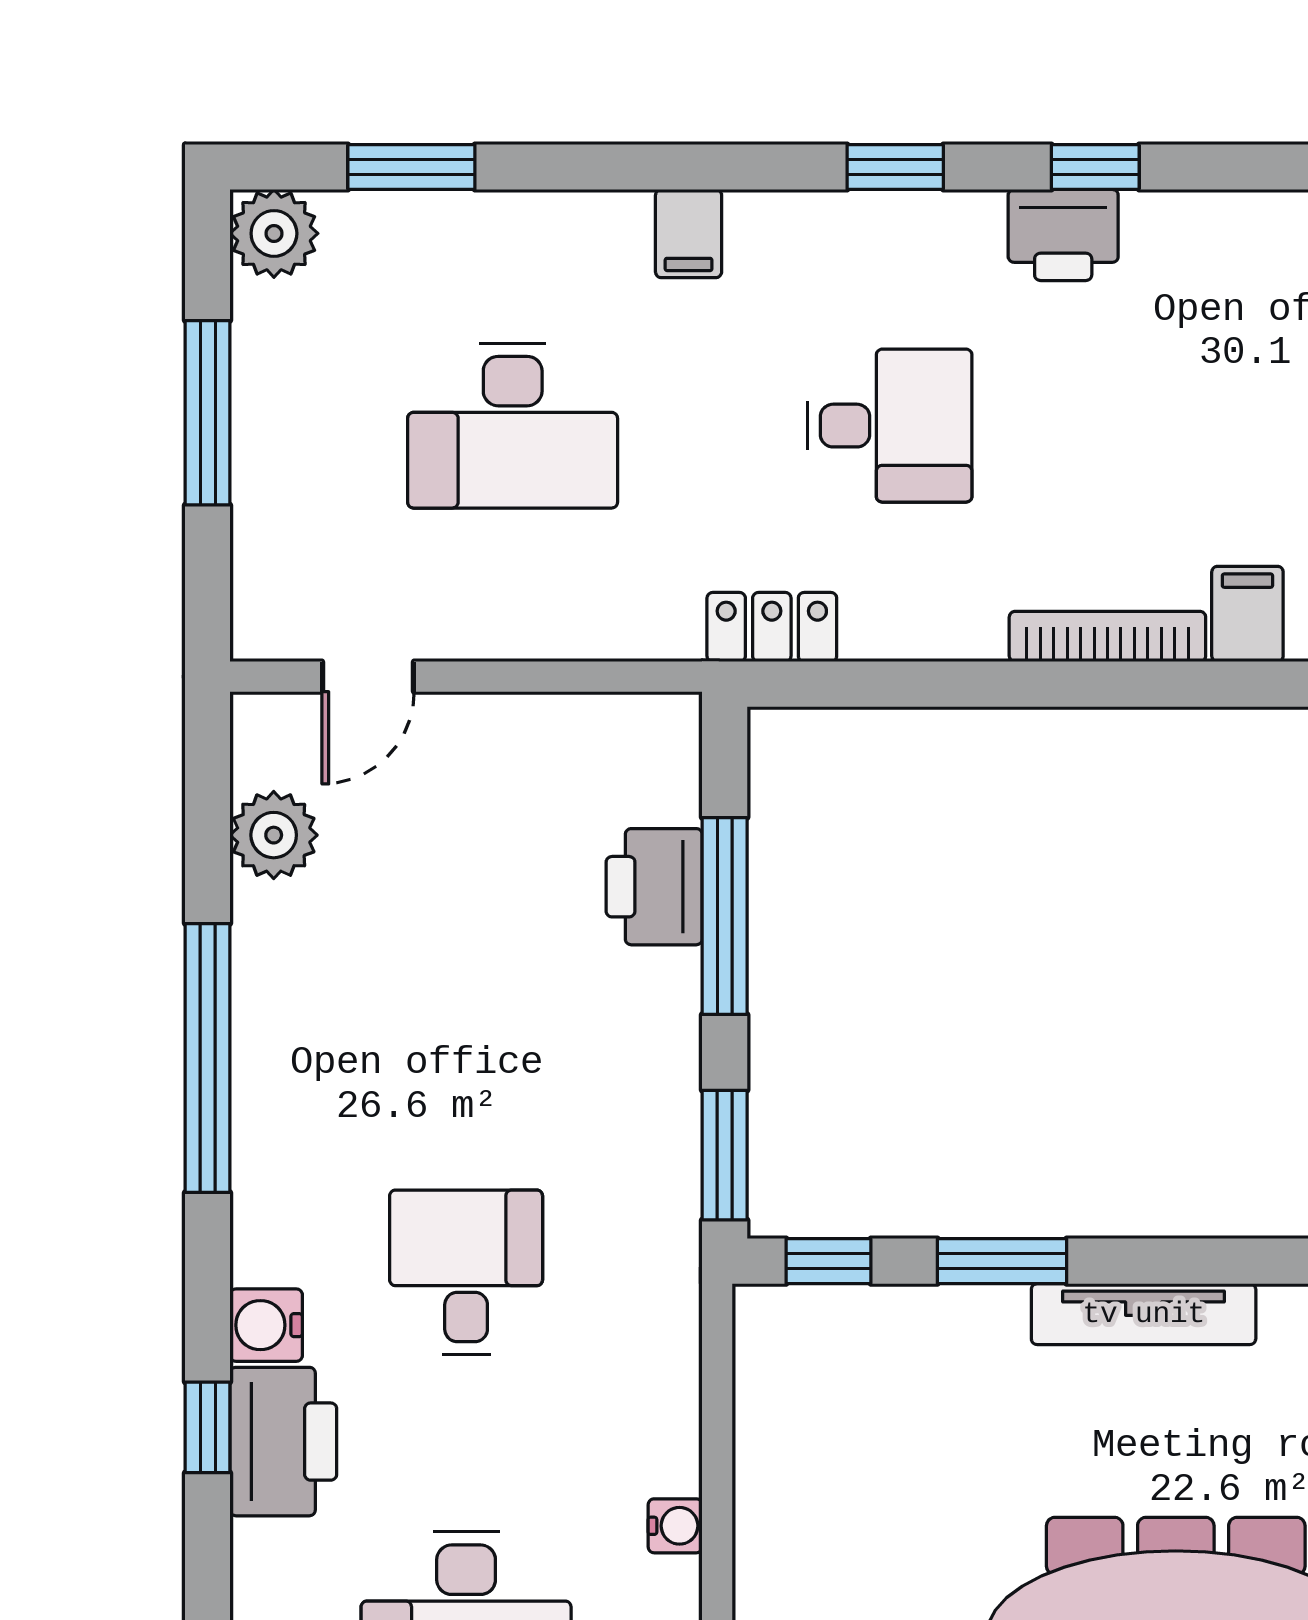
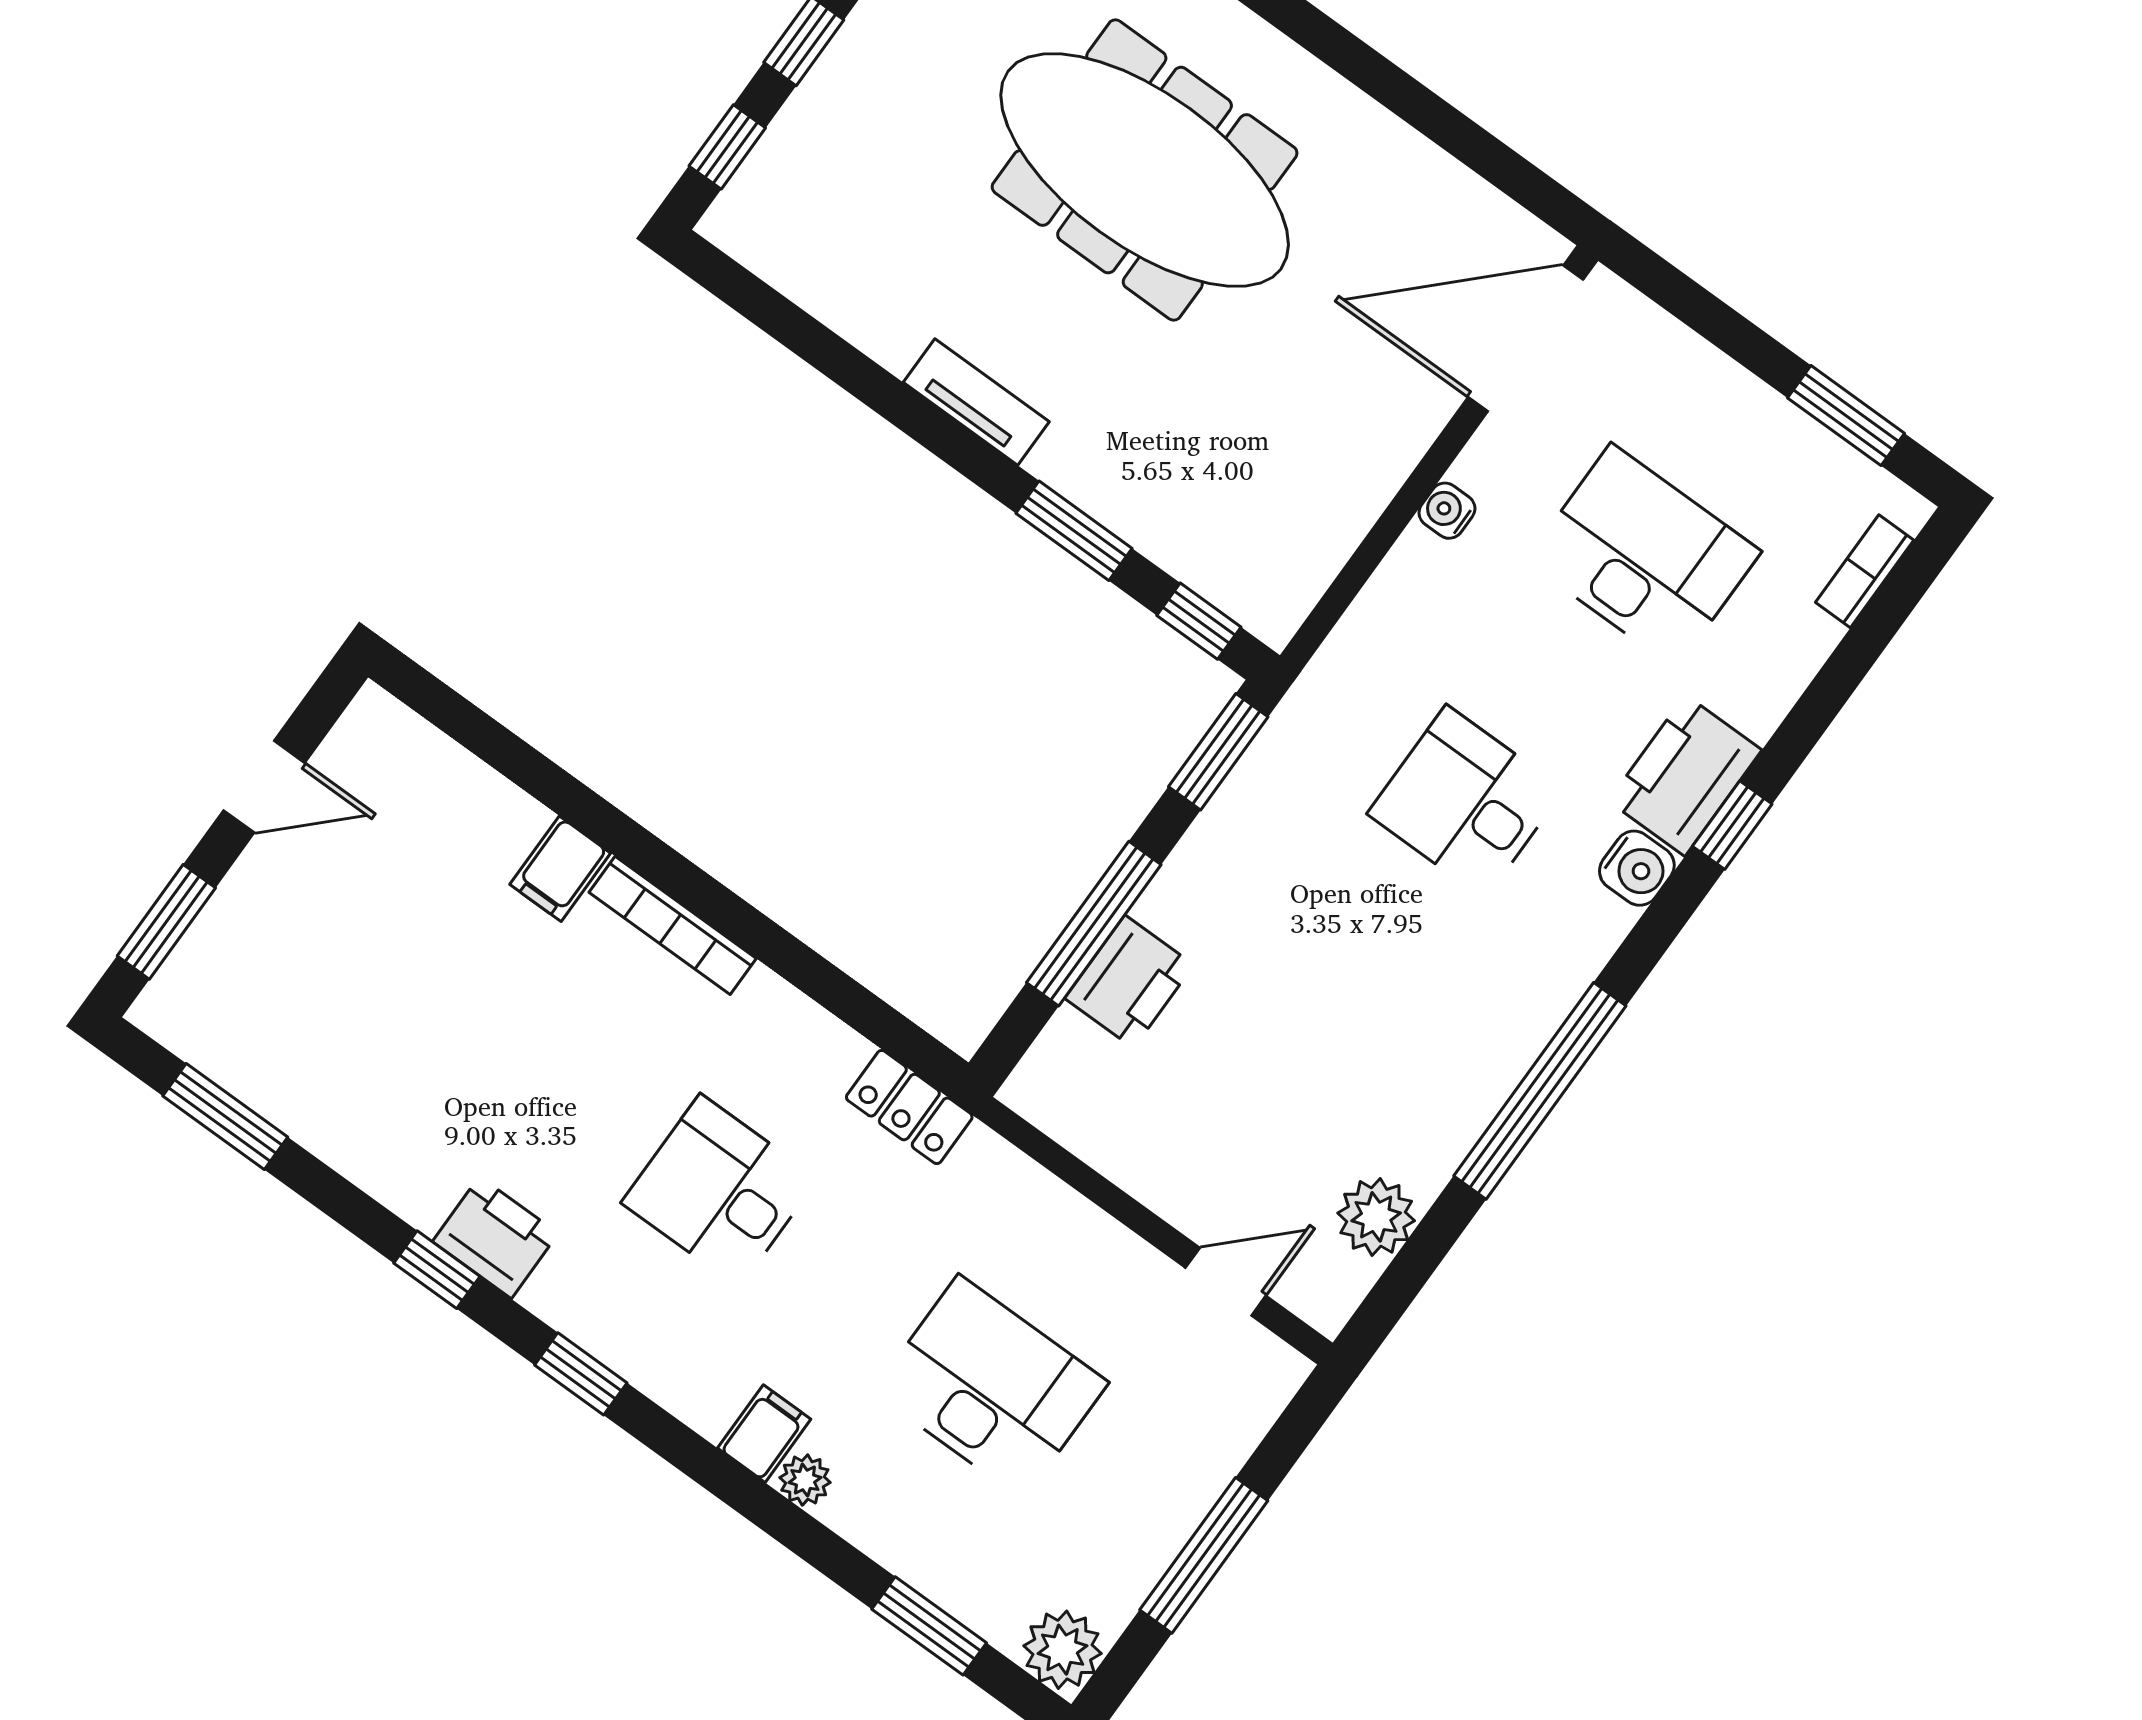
plant: (621, 218) -> (805, 1480), added
desk: (466, 1272) -> (1466, 802), turned 90
tv unit: (1144, 1314) -> (976, 402), width x0.71

